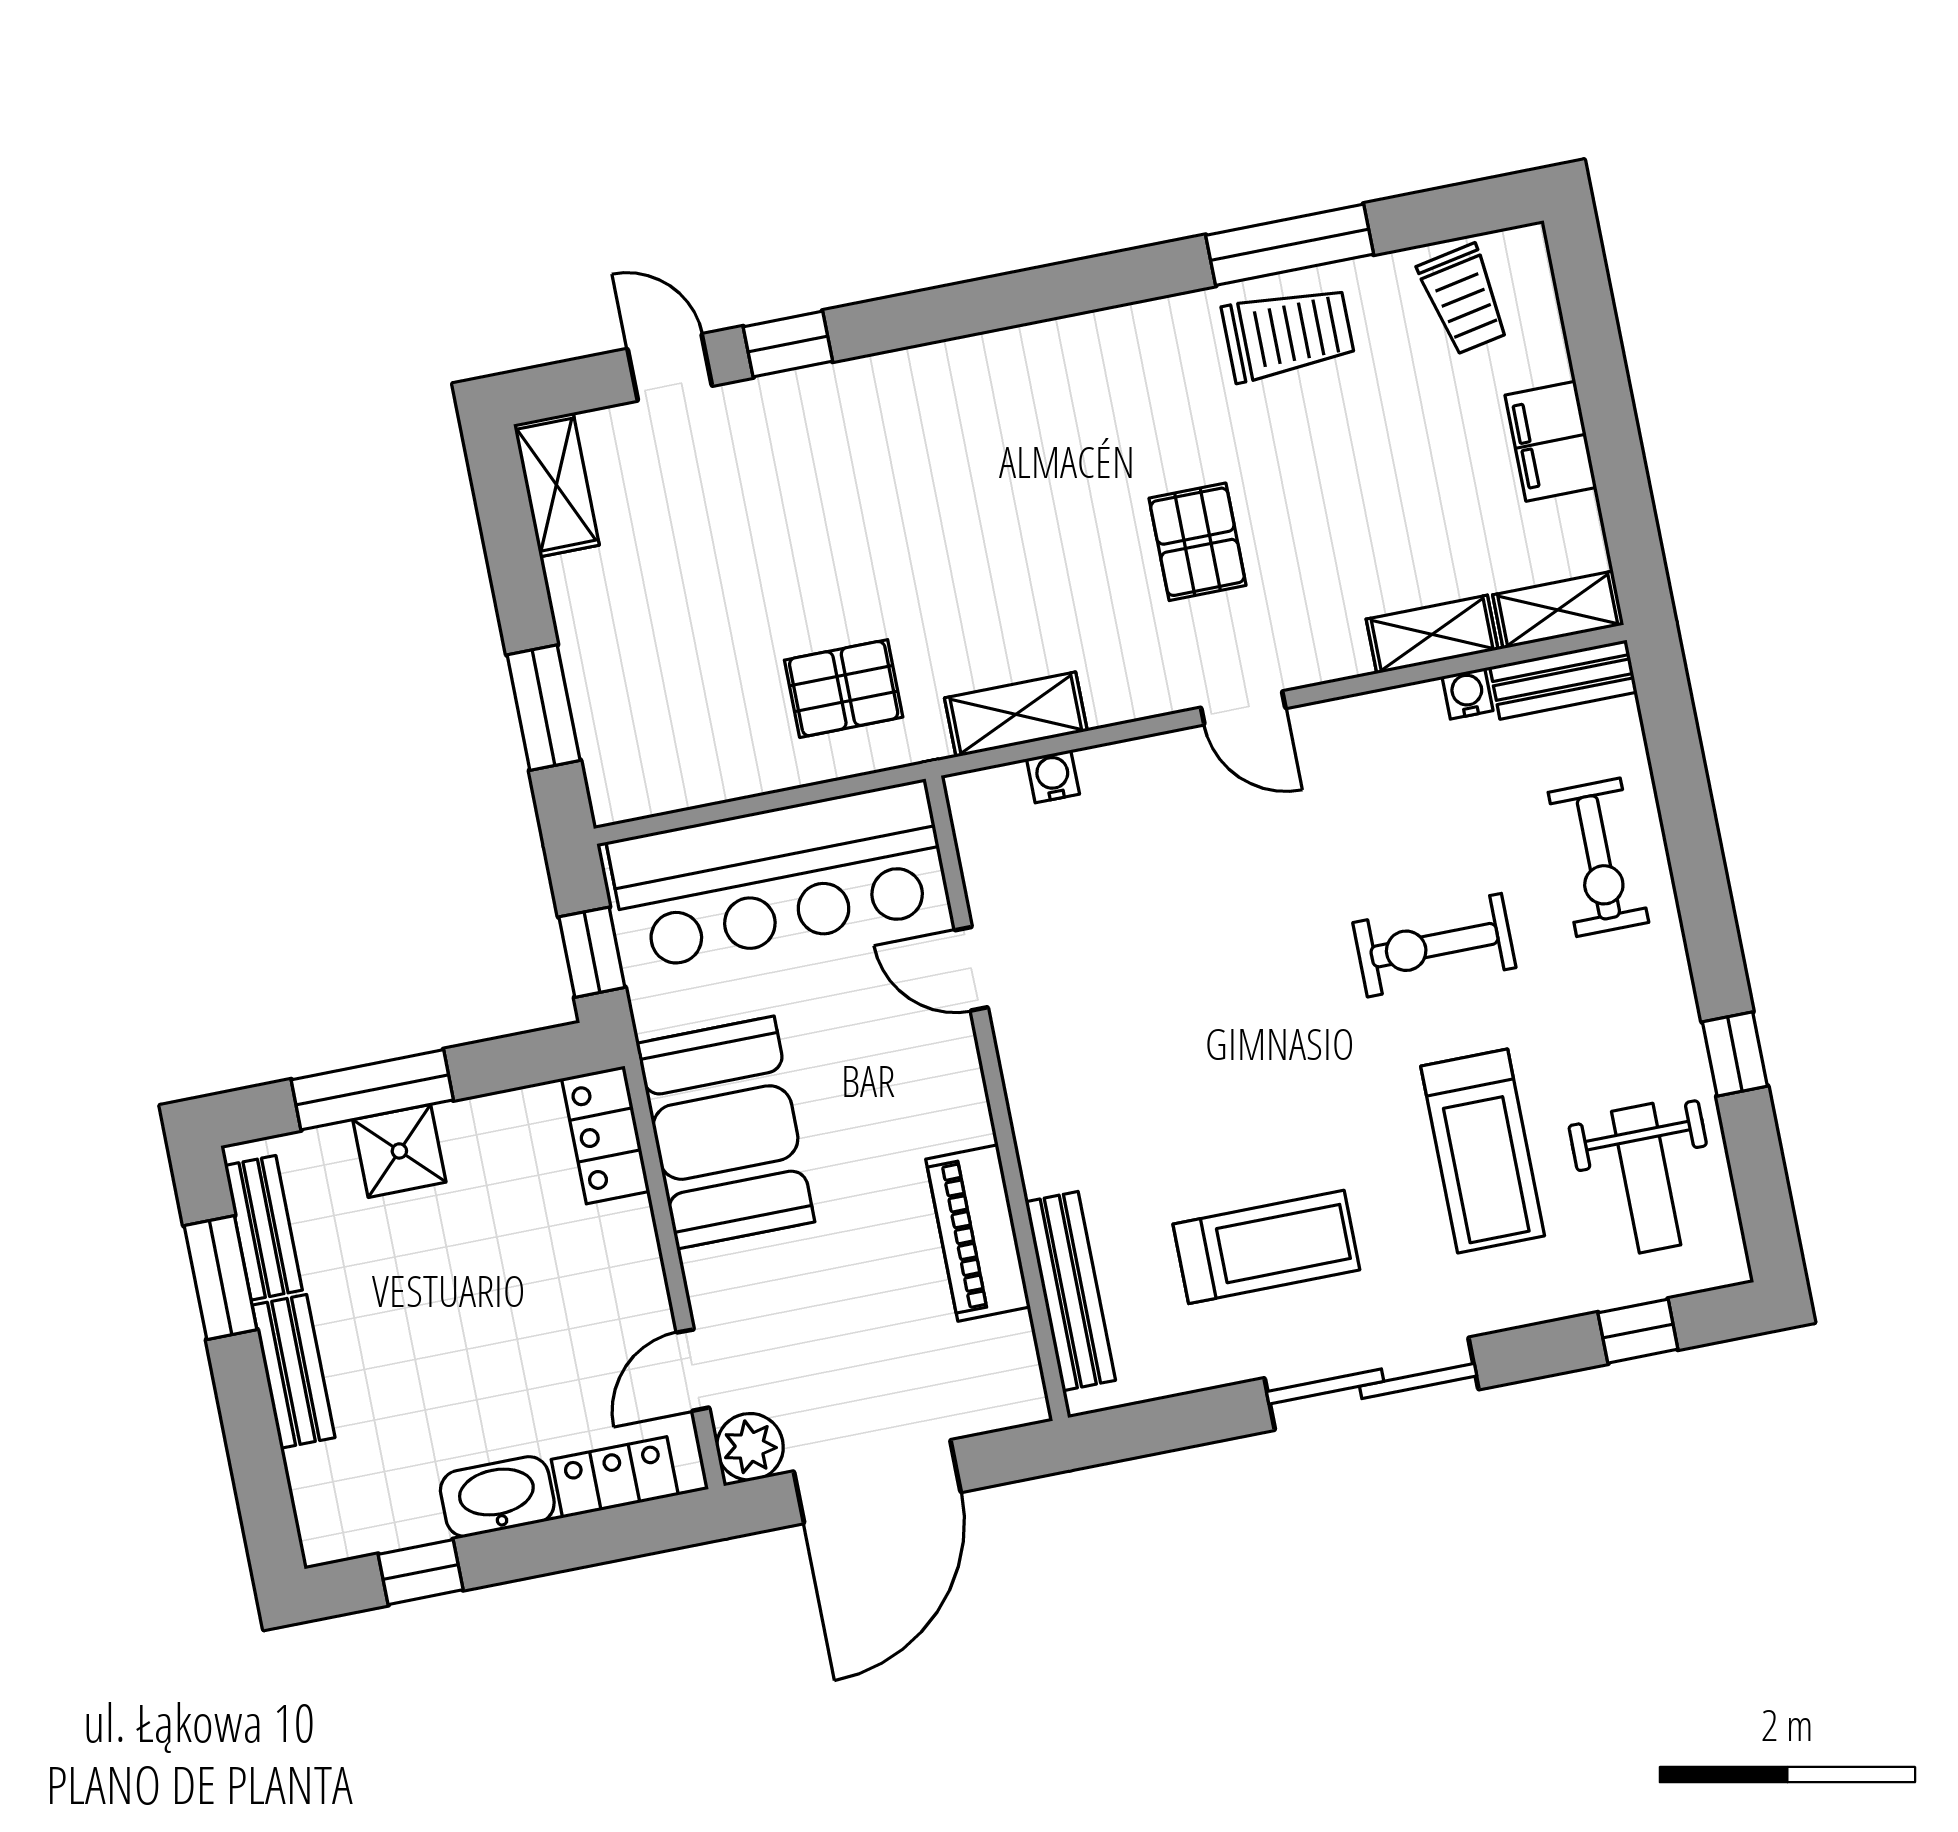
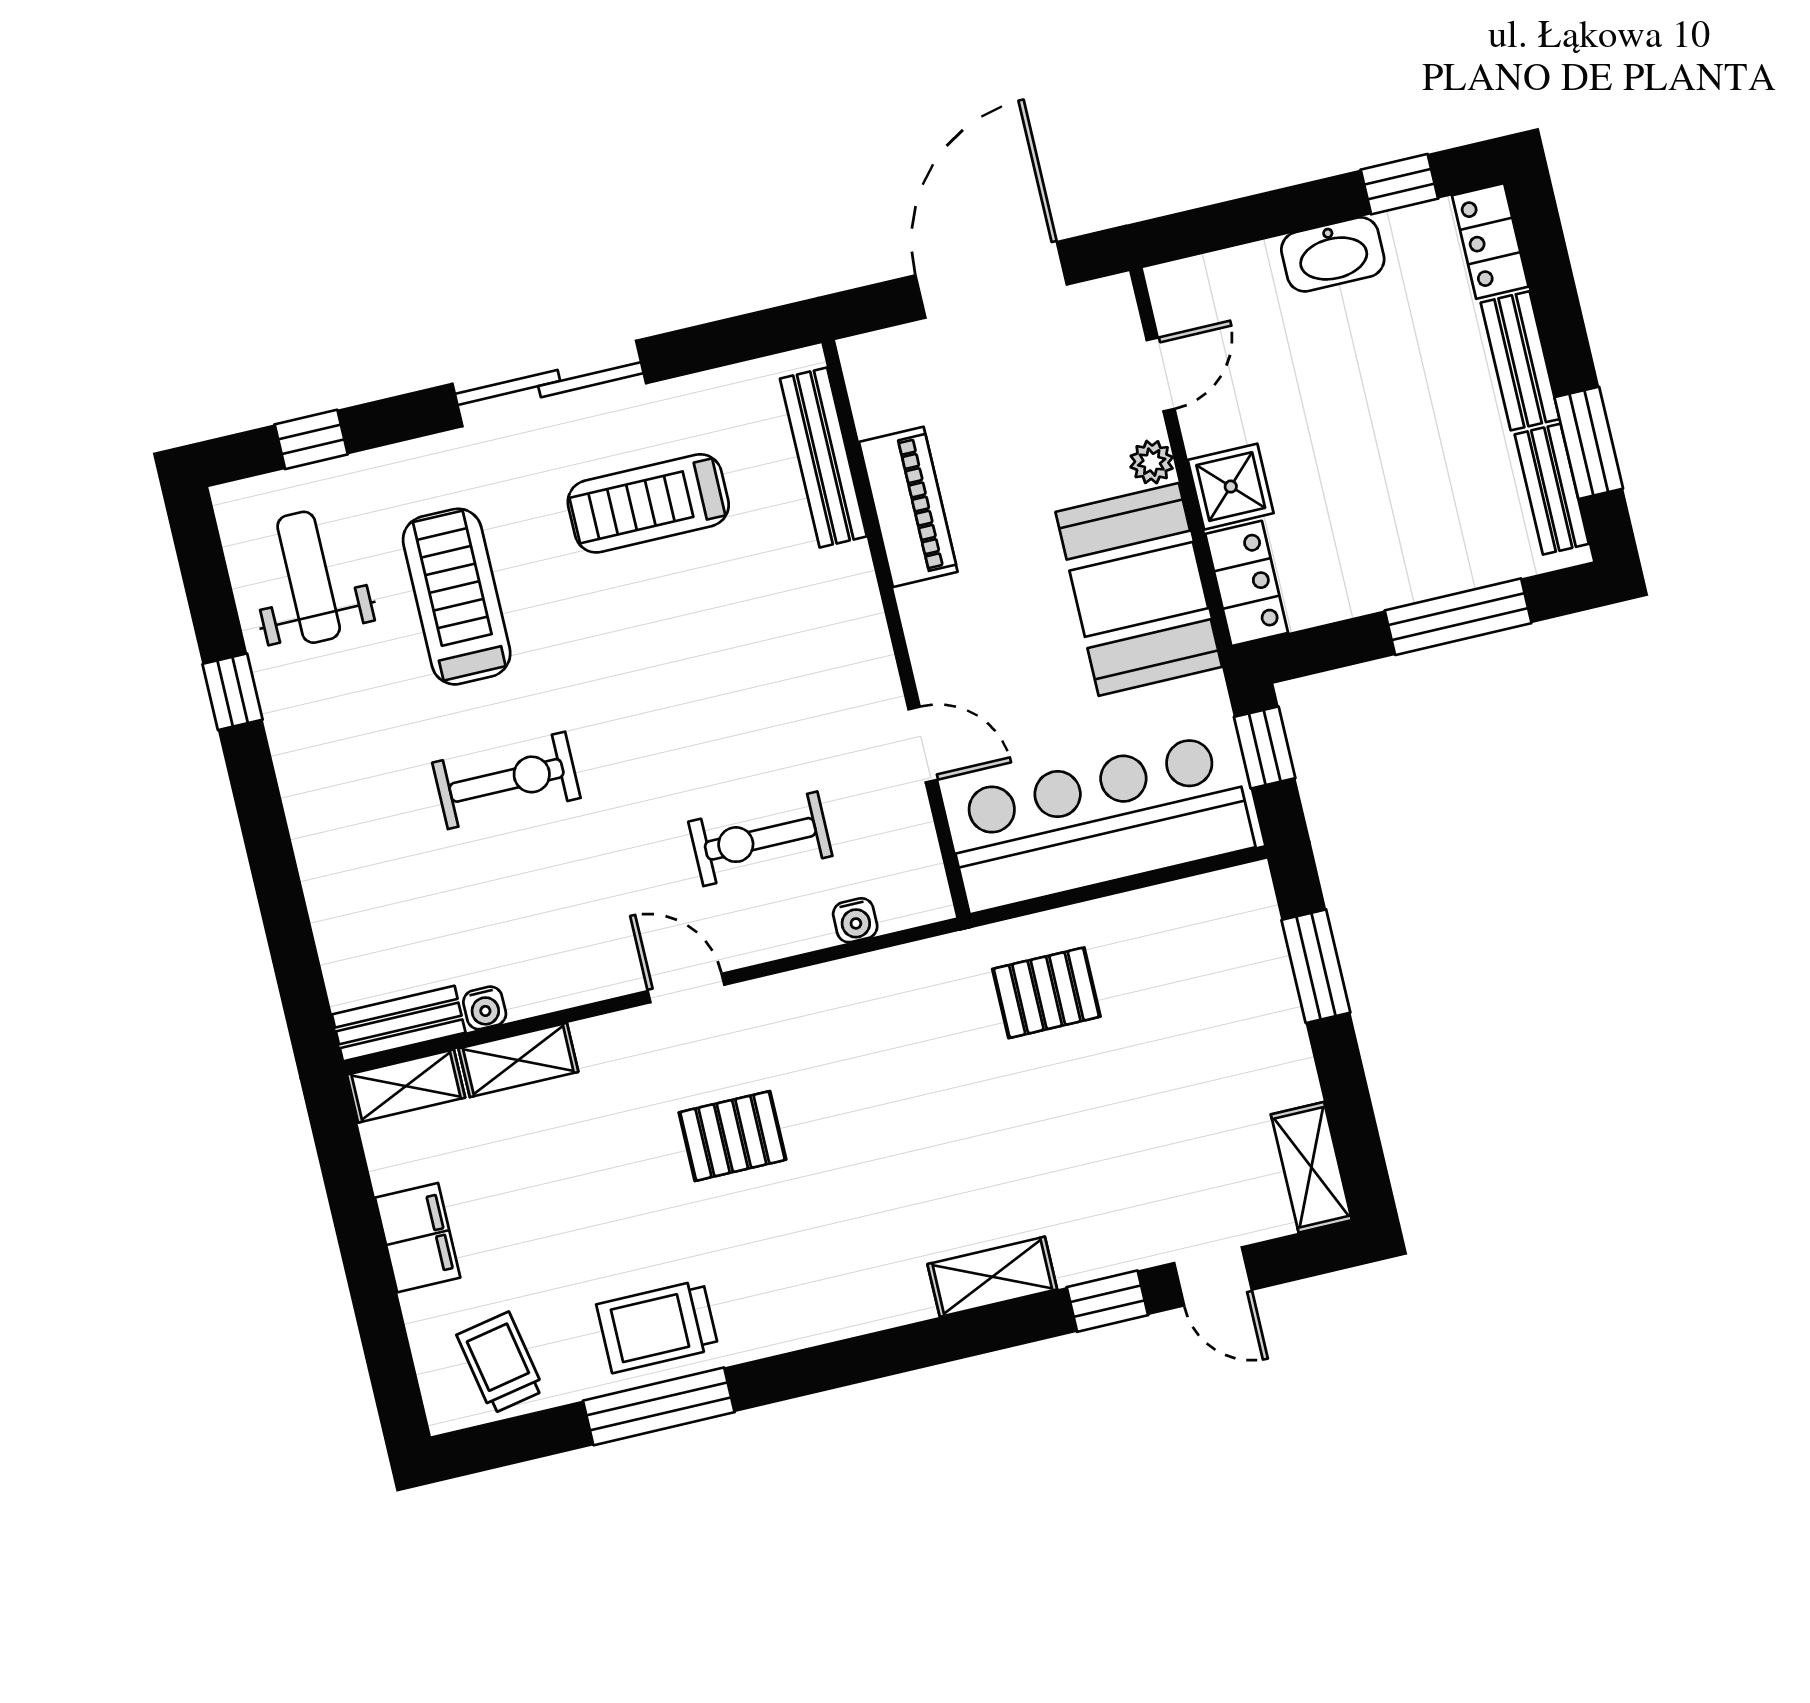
pallet: (1197, 542) -> (732, 1136), turned 90
shelving: (1016, 714) -> (992, 1277), moved
exercise bike: (1598, 857) -> (760, 839), moved, turned -90
shower: (399, 1151) -> (1231, 487), moved
plant: (750, 1447) -> (1152, 462), moved, width x0.73, depth x0.73
locker: (615, 1477) -> (1490, 241), moved, turned 90

